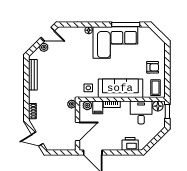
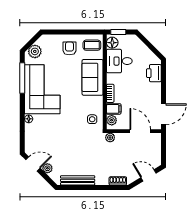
door: (48, 34) -> (33, 164), hinge flipped
plant: (150, 36) -> (35, 51), added
sofa: (120, 88) -> (93, 77), width x0.73
door: (37, 139) -> (149, 175), swing flipped

